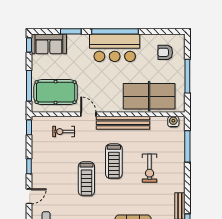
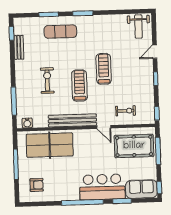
bar counter: (115, 48) -> (102, 187), moved

